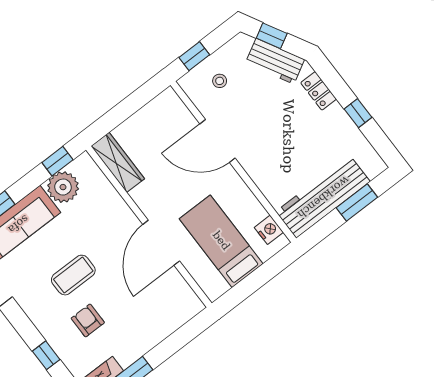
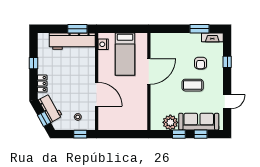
window: (57, 161) -> (179, 134), moved
wardrobe: (118, 162) -> (142, 116), removed
window: (357, 203) -> (77, 29), moved

